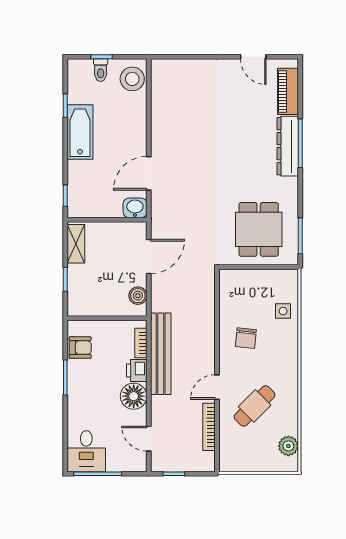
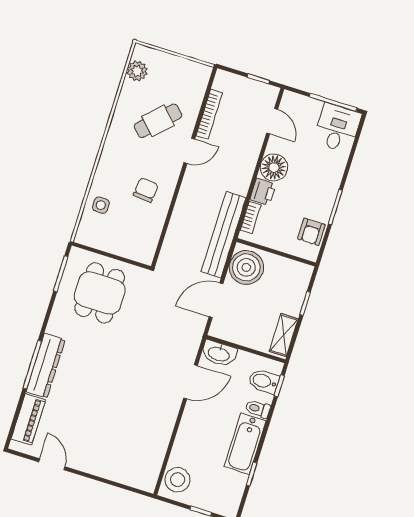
toilet: (101, 70) -> (258, 409), moved, turned -90
bidet: (81, 195) -> (264, 381), added
washbasin: (135, 208) -> (219, 354), width x1.38
boiler: (138, 296) -> (246, 267), width x1.86, depth x1.86
armchair: (80, 348) -> (311, 232), turned -90
bench: (161, 354) -> (224, 235), moved

